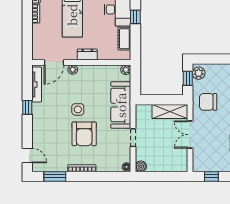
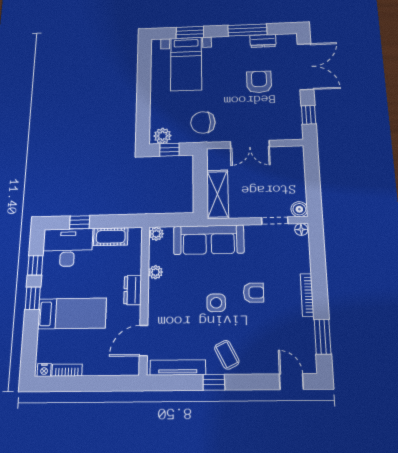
door: (54, 62) -> (144, 341), swing flipped
plant: (73, 70) -> (156, 272), moved
chair: (208, 102) -> (203, 122), turned 90
shelving: (170, 111) -> (218, 194), moved
coffee table: (44, 116) -> (227, 355), added
armchair: (84, 134) -> (253, 293), width x0.53, depth x0.53
doorway: (133, 138) -> (275, 221), moved
door: (27, 155) -> (291, 382), hinge flipped

